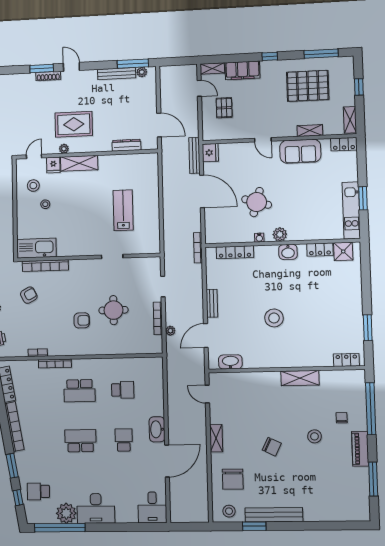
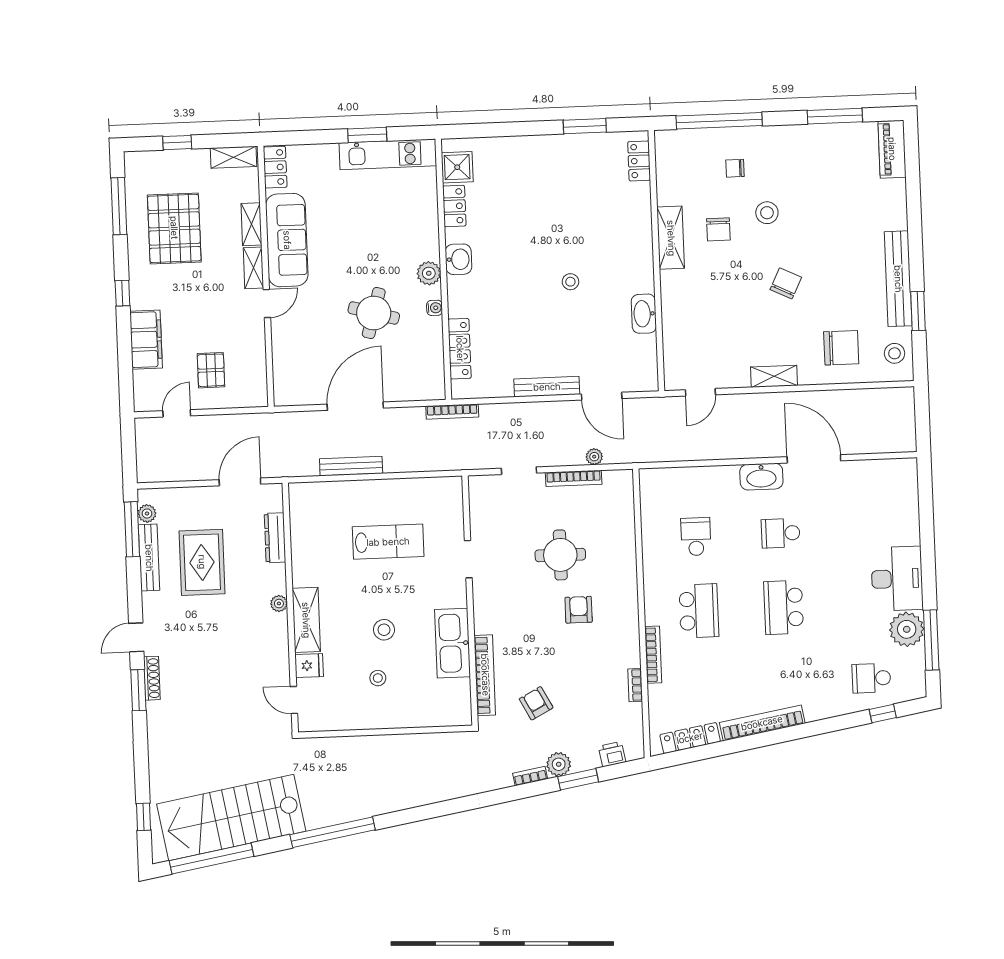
shelving: (212, 69) -> (253, 268), moved
pallet: (224, 108) -> (211, 370), turned 90
rug: (74, 124) -> (202, 562), moved
plant: (64, 149) -> (279, 603), moved
sofa: (300, 151) -> (287, 240), width x1.36
fridge: (210, 153) -> (289, 393), removed
bench: (194, 155) -> (351, 466), moved
stool: (33, 186) -> (384, 630), moved
lab bench: (123, 210) -> (388, 542), turned 180
kitchen sink: (36, 248) -> (452, 643), moved
bench: (212, 303) -> (547, 387), width x1.36
stool: (274, 318) -> (570, 282), width x0.53, depth x0.53
washbasin: (230, 362) -> (644, 314), moved
chair: (305, 407) -> (718, 229), added
piano: (360, 449) -> (892, 149), moved, turned 90
window: (12, 466) -> (829, 725), removed
school desk: (38, 491) -> (871, 678), turned 90
desk: (152, 507) -> (892, 482), removed
window: (60, 528) -> (931, 640), width x0.68

